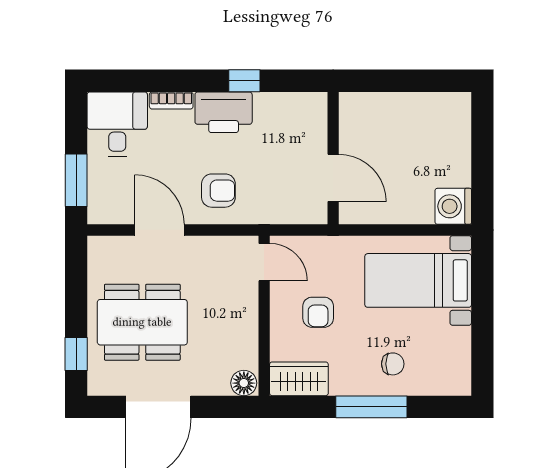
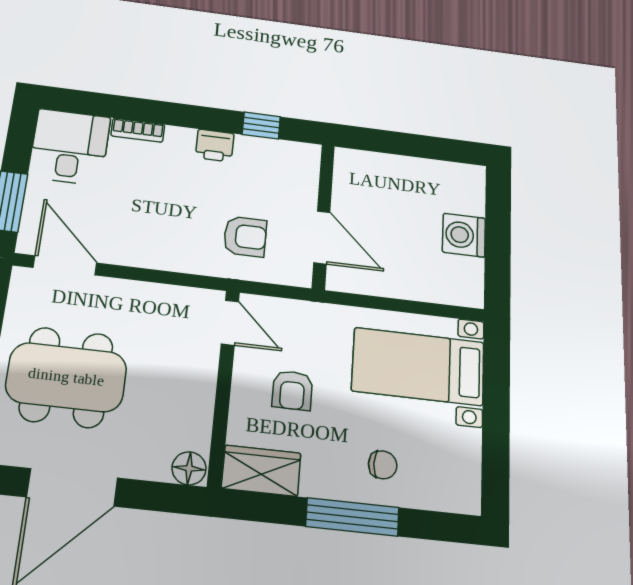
window: (244, 81) -> (261, 125), moved
printer: (224, 112) -> (215, 146), width x0.53, depth x0.68
armchair: (218, 191) -> (245, 236), moved
washing machine: (453, 206) -> (464, 235), moved
door: (159, 230) -> (65, 265), moved

